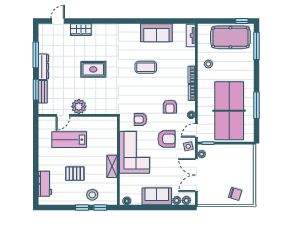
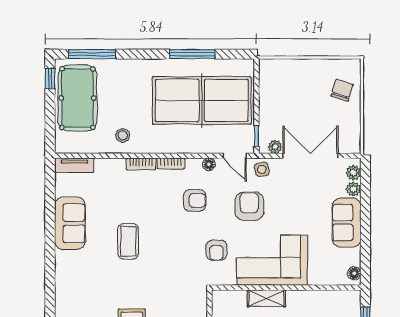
shelving: (112, 166) -> (266, 298), moved
double door: (196, 175) -> (310, 156), swing flipped

